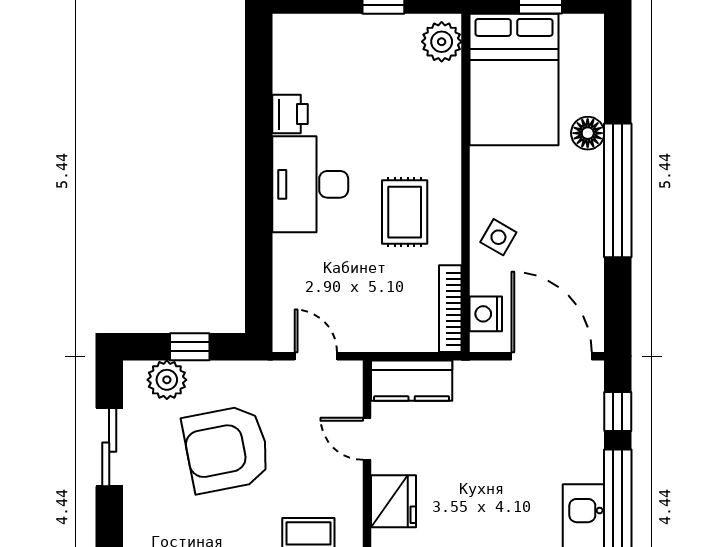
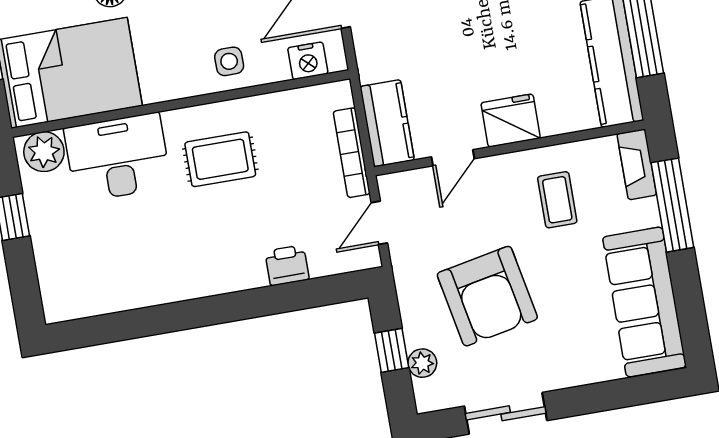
printer: (290, 114) -> (287, 265), moved
desk: (310, 184) -> (118, 157), moved, turned 180
side table: (498, 237) -> (229, 61), turned -30
bookcase: (450, 309) -> (352, 153), moved, turned 90
plant: (167, 380) -> (422, 363), width x0.73, depth x0.73

